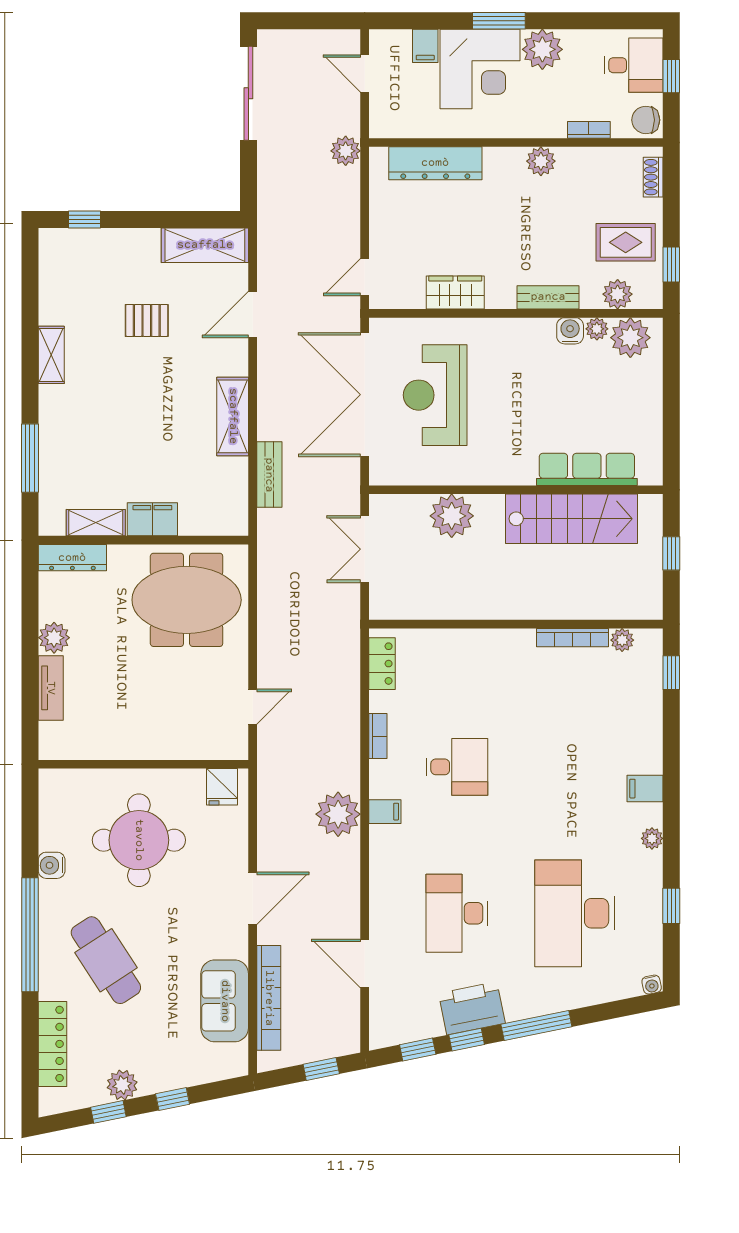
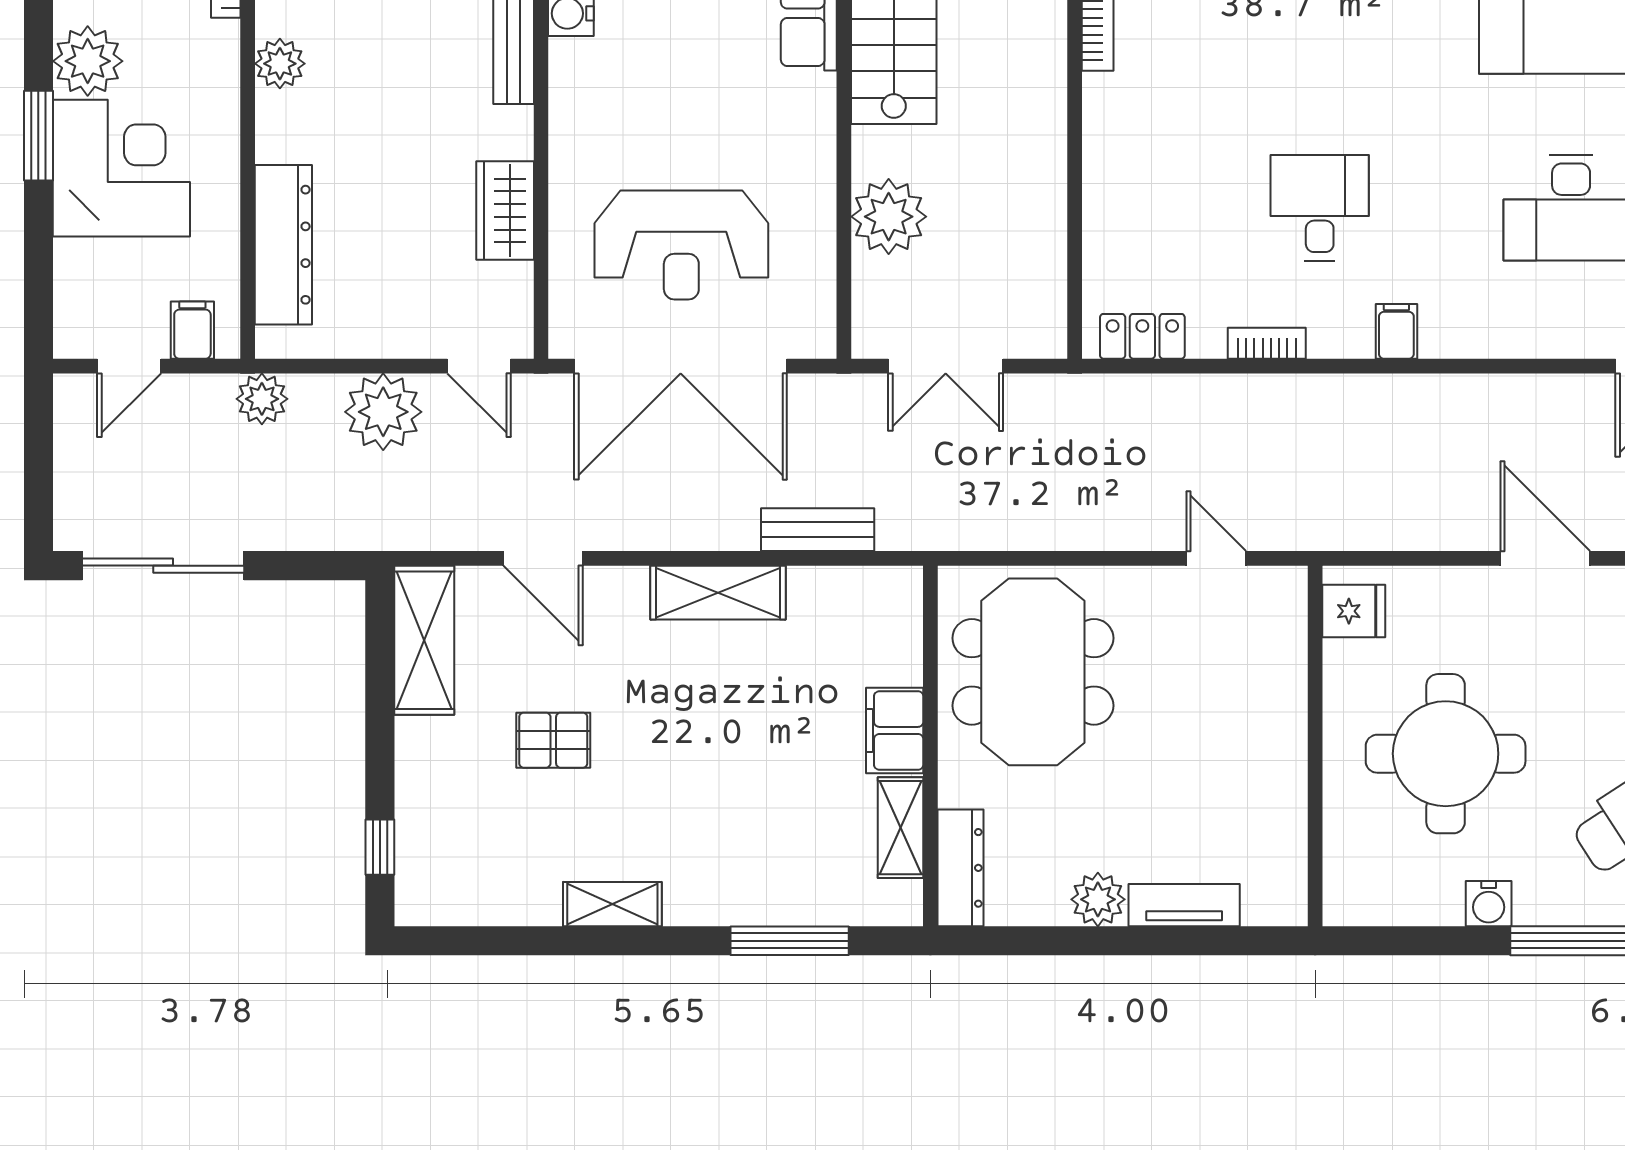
filing cabinet: (425, 46) -> (192, 330), moved, turned -90
pallet: (147, 320) -> (553, 740), turned 90
plant: (338, 814) -> (383, 412), moved

